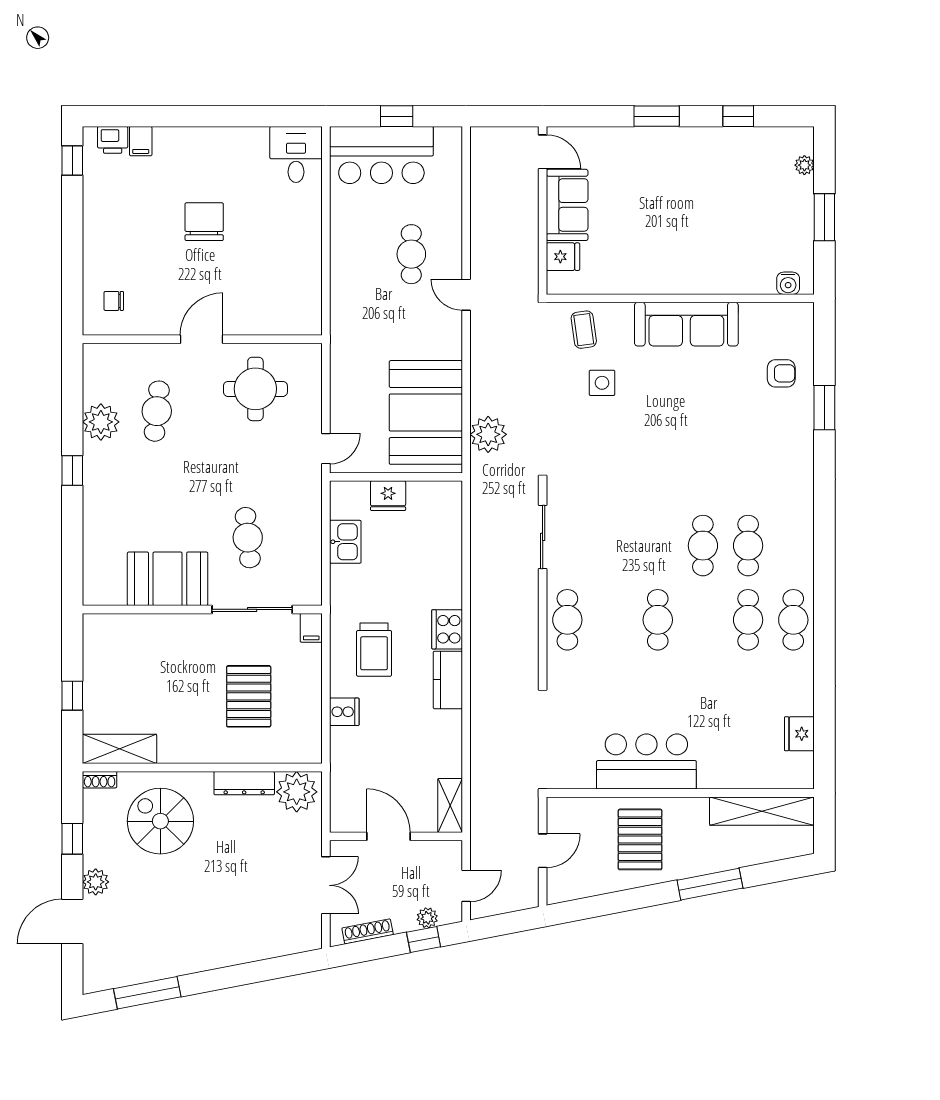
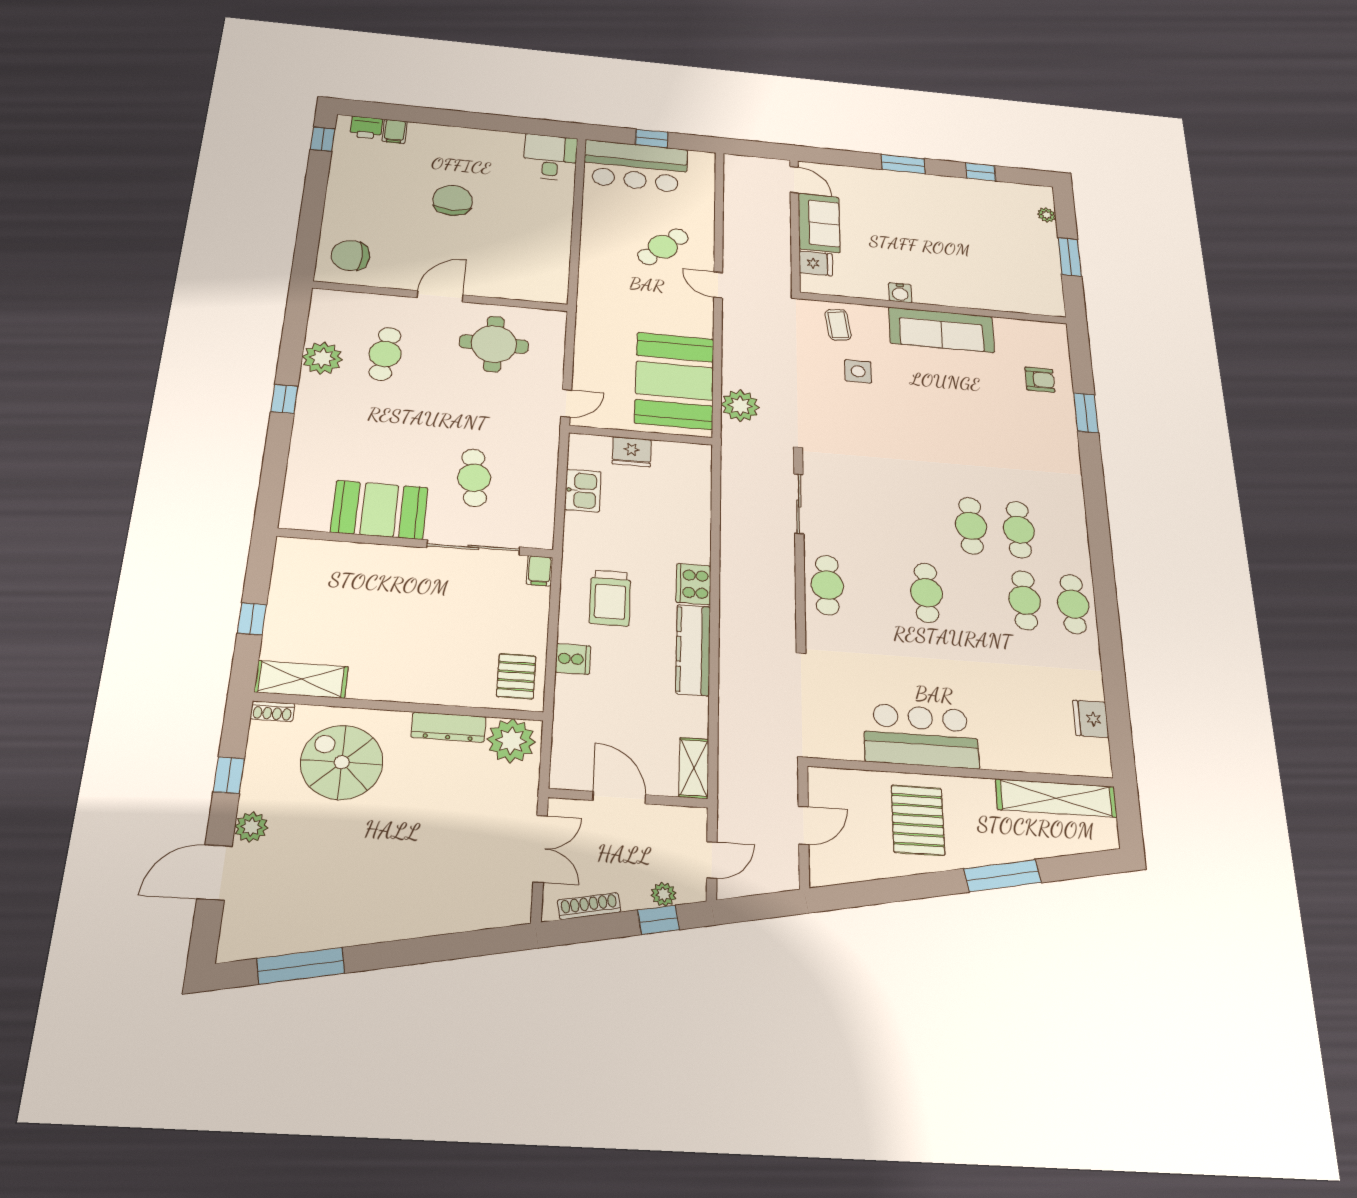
cafe table: (411, 254) -> (663, 247), turned 46
water cooler: (788, 283) -> (900, 293), moved
chair: (114, 301) -> (350, 256), width x1.87, depth x1.87
kitchen counter: (448, 680) -> (693, 650), width x1.50
pallet: (249, 696) -> (516, 676), moved, width x0.67, depth x0.71

